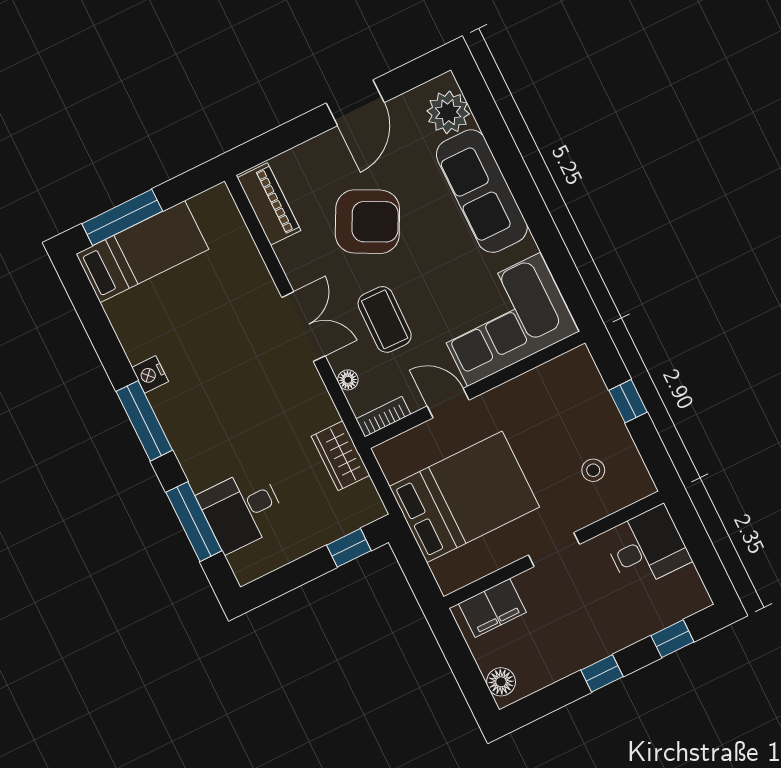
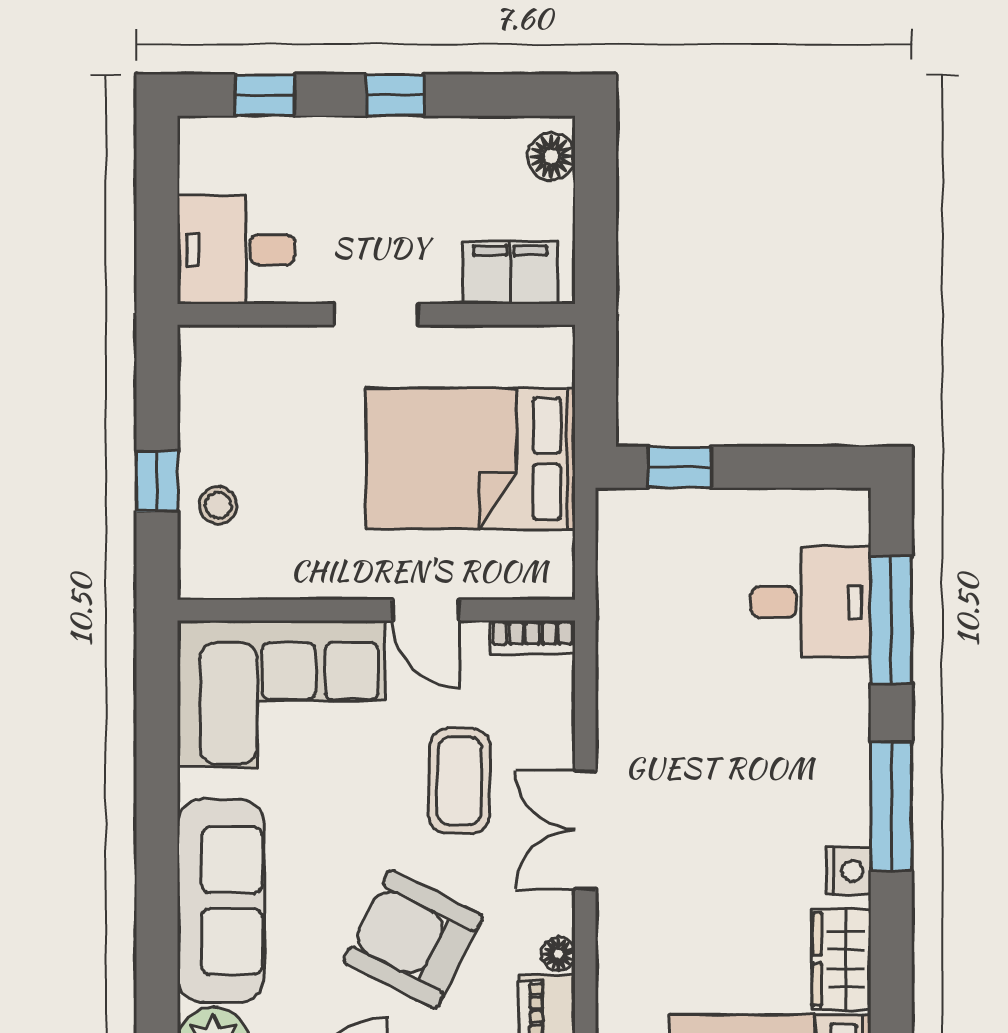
floor lamp: (348, 380) -> (558, 954), moved
wardrobe: (340, 456) -> (841, 959), moved, turned 180
stool: (593, 470) -> (218, 505), moved

